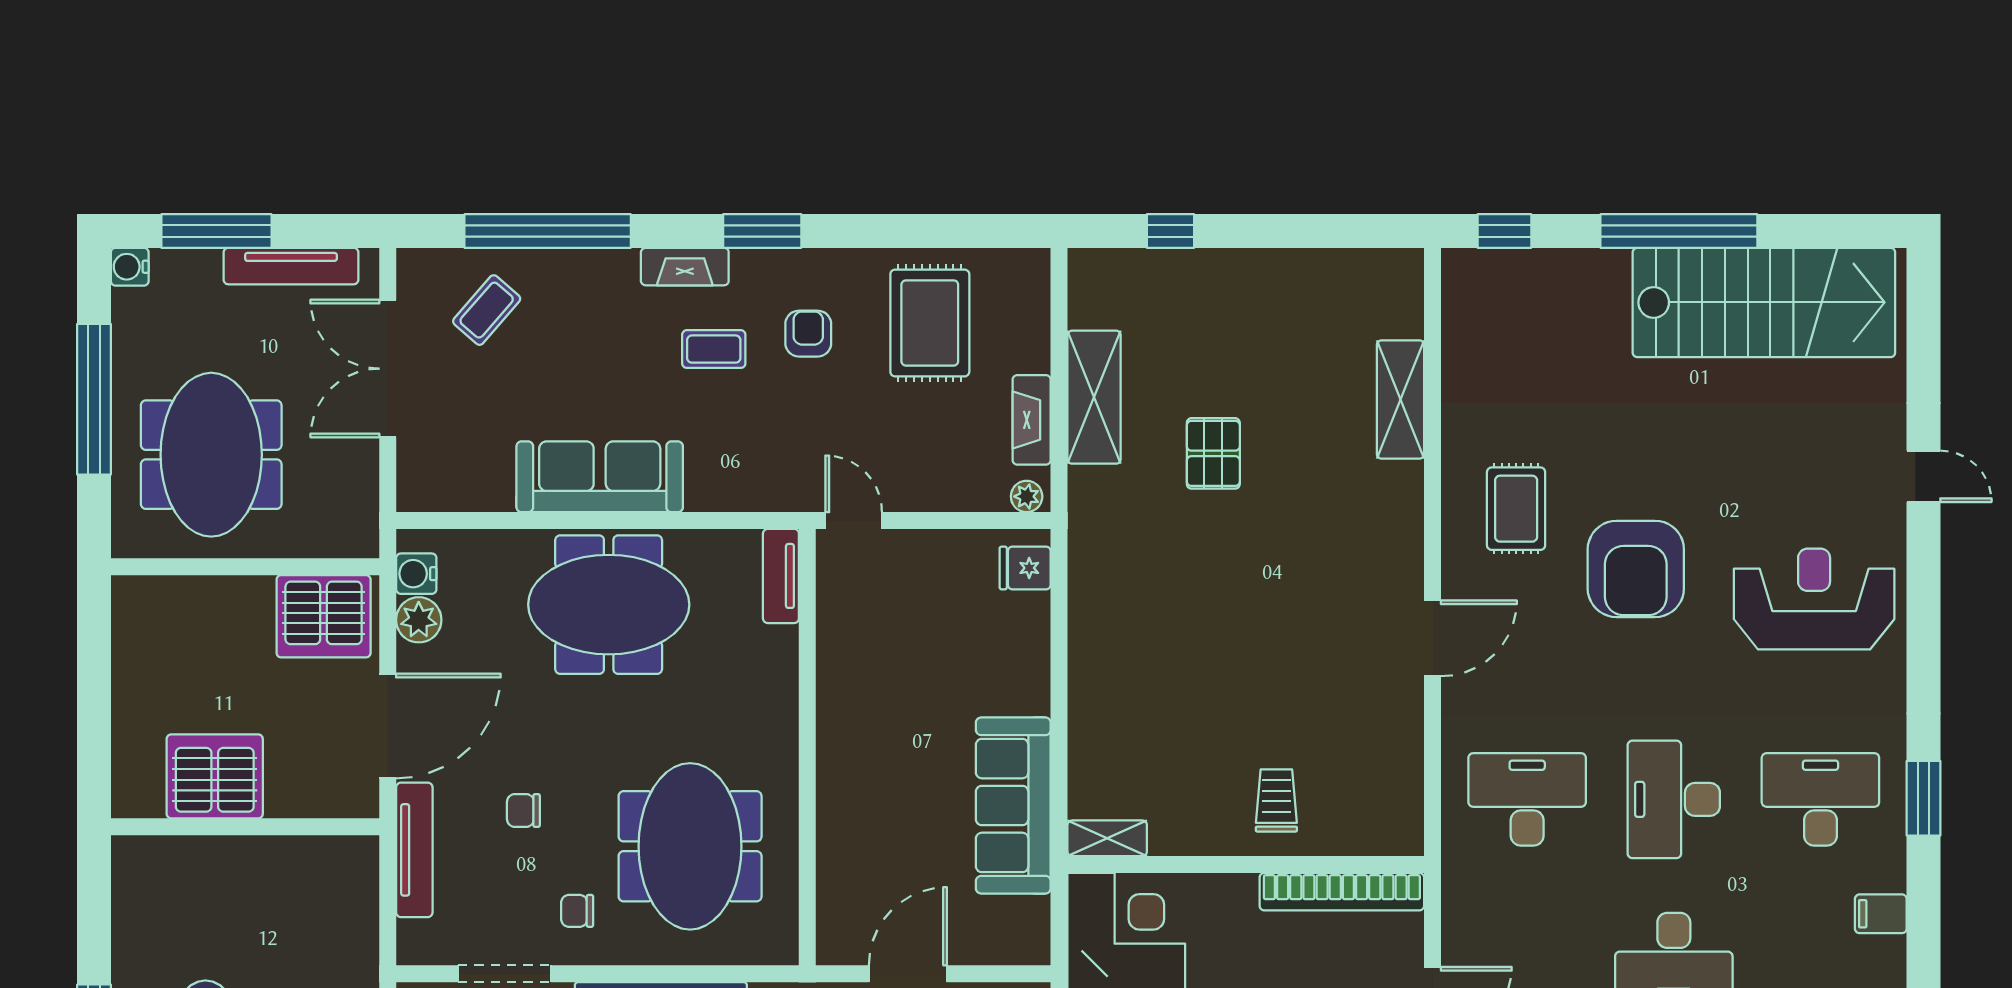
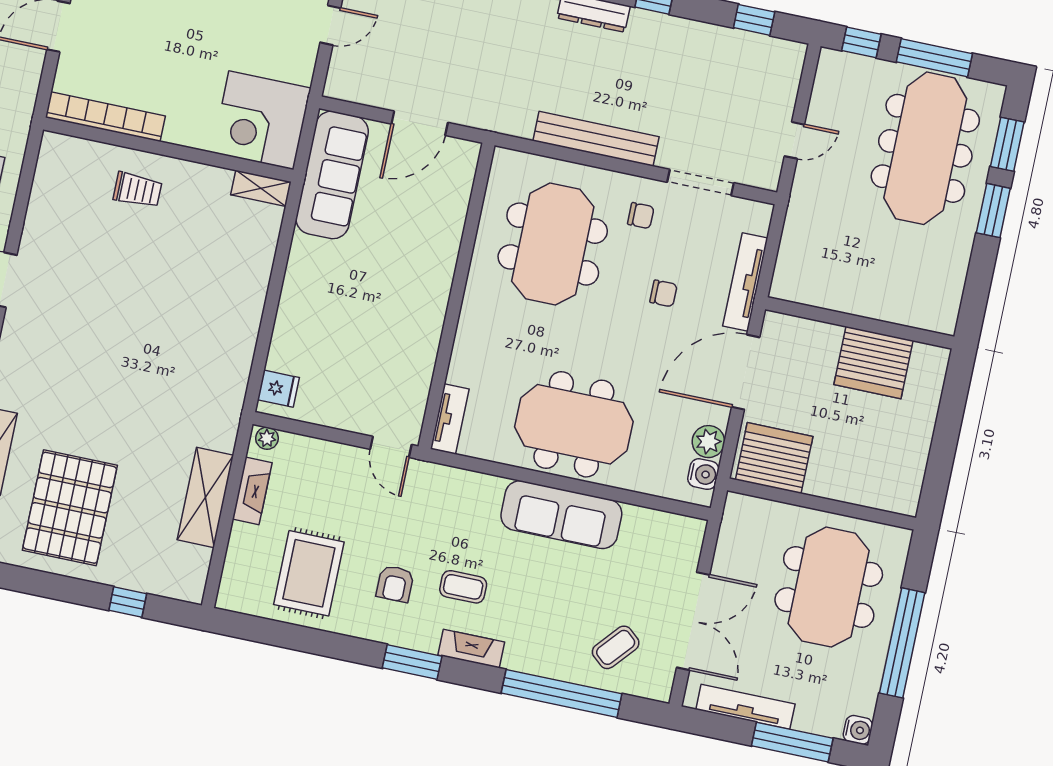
pallet: (1213, 453) -> (70, 508), moved, width x2.05, depth x2.00
trolley: (1276, 800) -> (138, 190), turned -90
sofa: (1013, 806) -> (332, 175), moved

